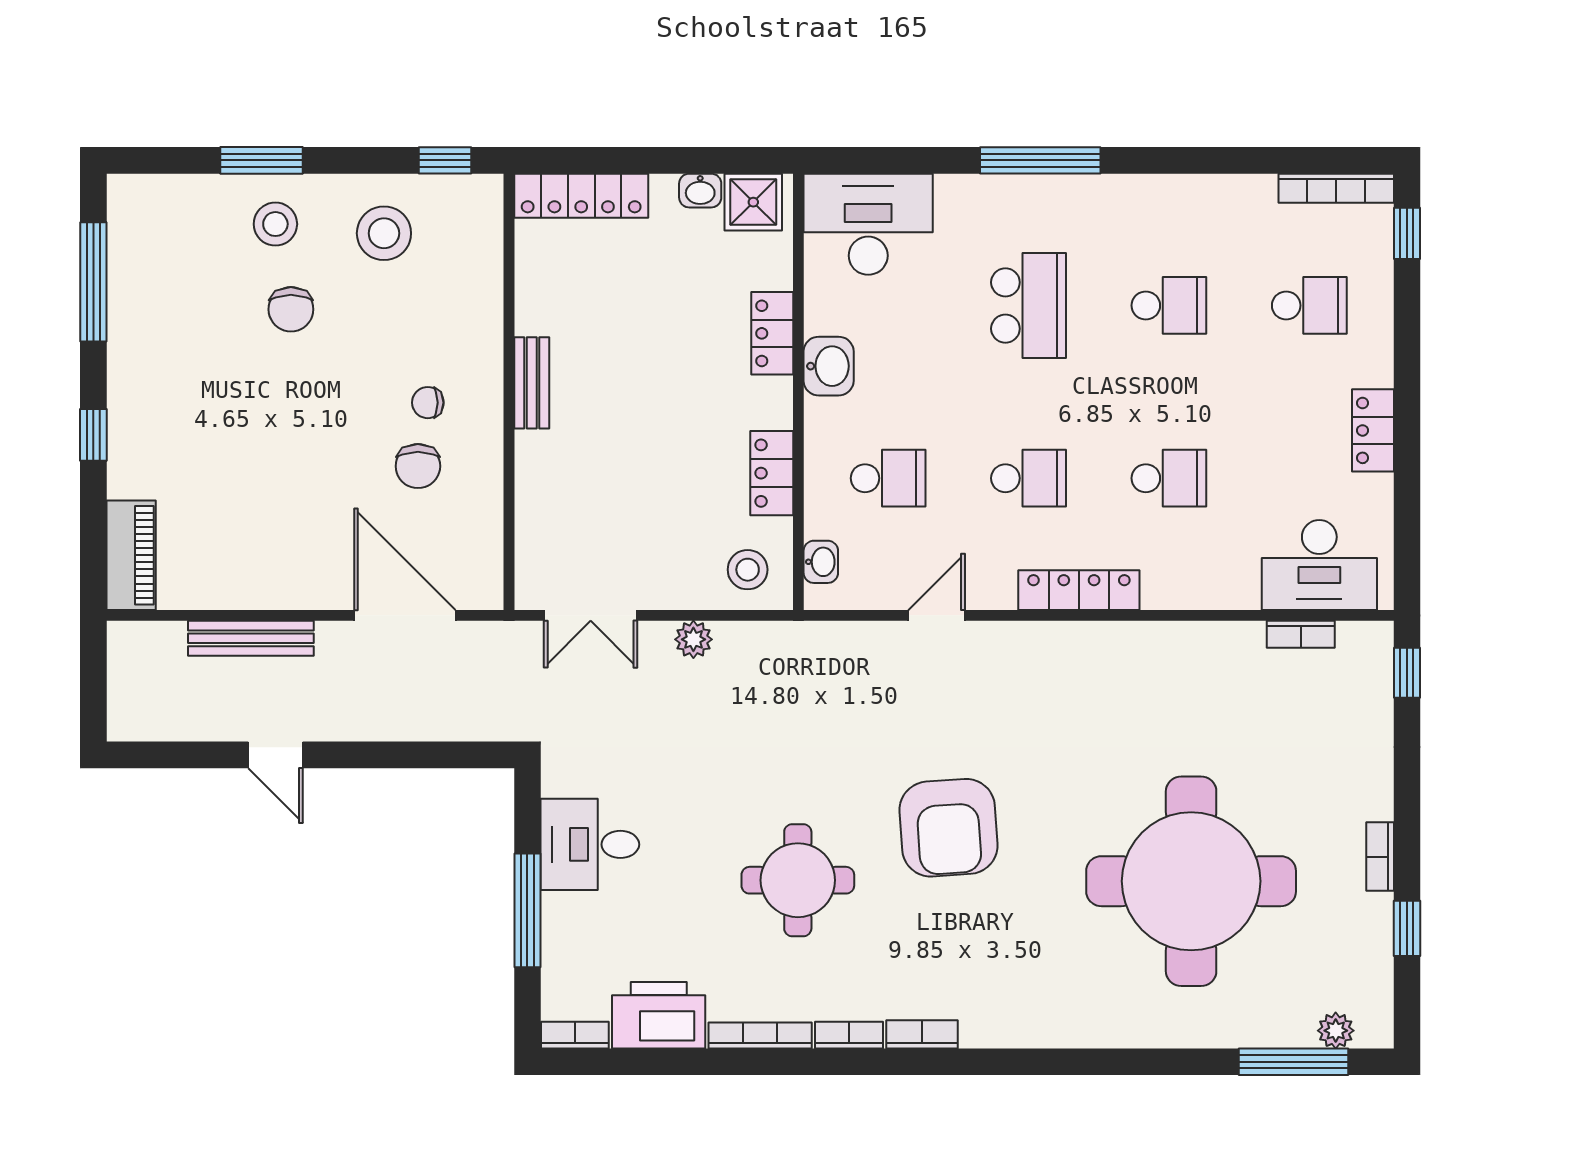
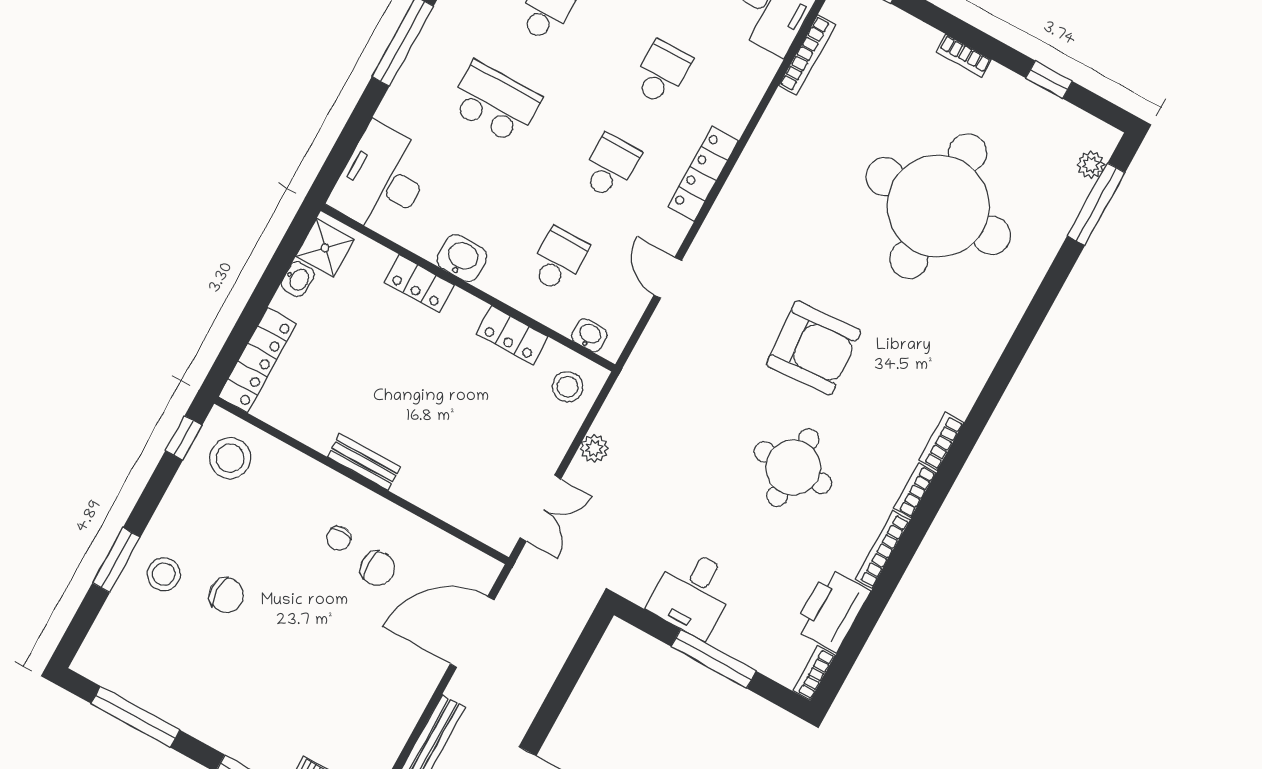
stool: (384, 233) -> (230, 458), moved
bookcase: (1301, 634) -> (807, 55), width x1.56
bookcase: (1380, 857) -> (964, 56), moved

